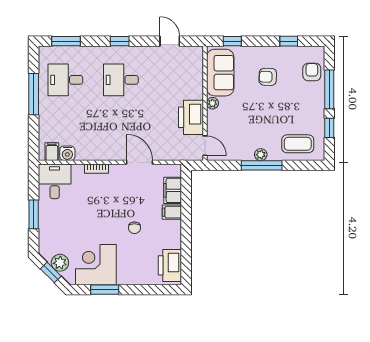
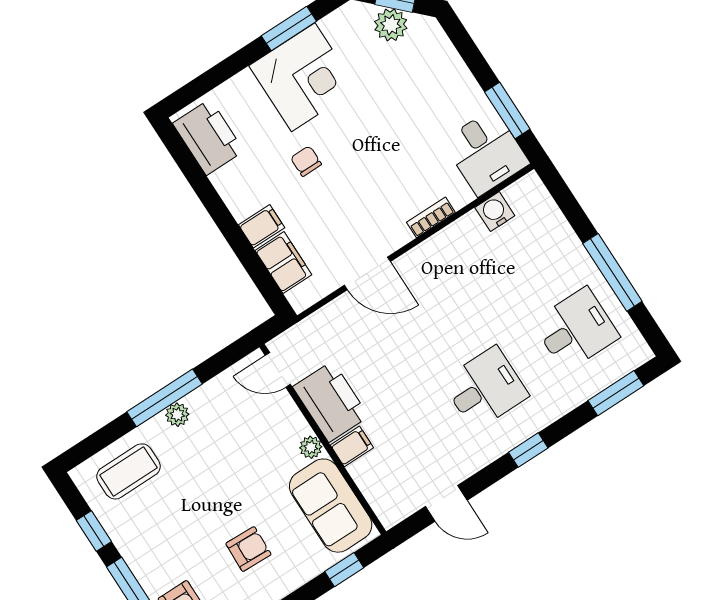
filing cabinet: (52, 152) -> (352, 446), moved, turned -90
window: (34, 214) -> (507, 110), moved
corner desk: (96, 265) -> (303, 77), moved

